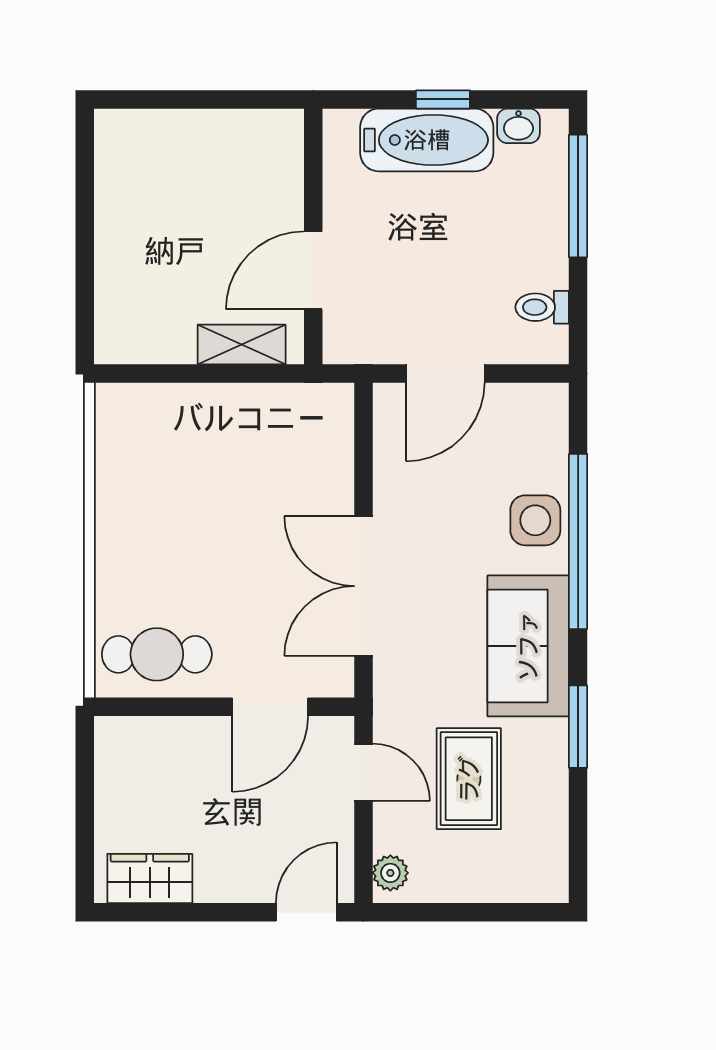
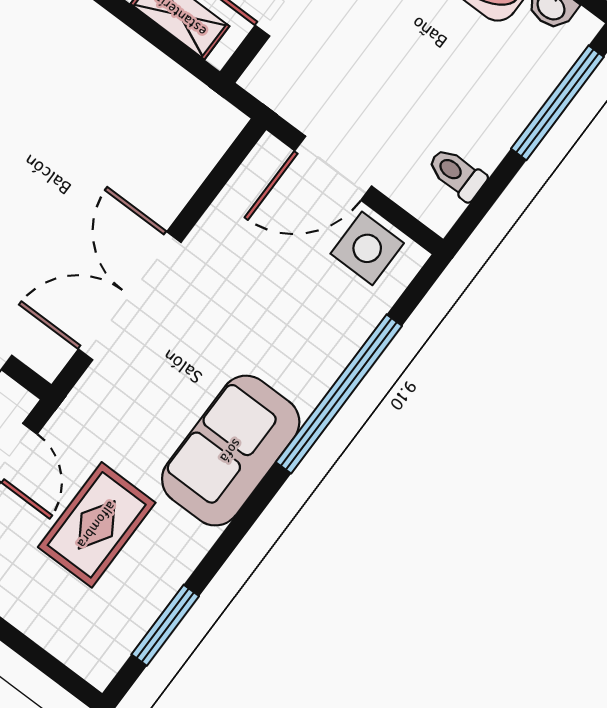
side table: (535, 520) -> (367, 248), moved
window: (578, 727) -> (165, 625), moved

